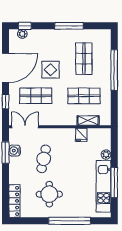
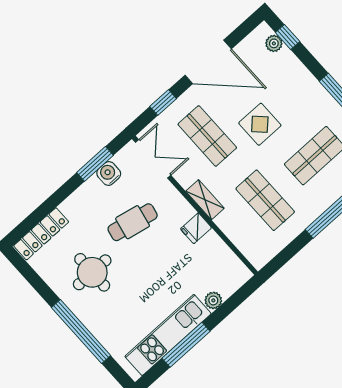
shelving: (88, 120) -> (205, 200), moved
fridge: (81, 135) -> (196, 228), moved

